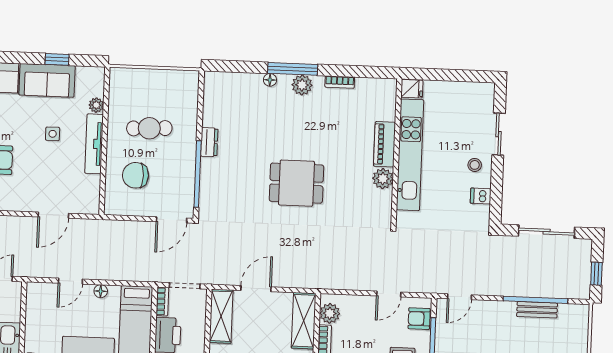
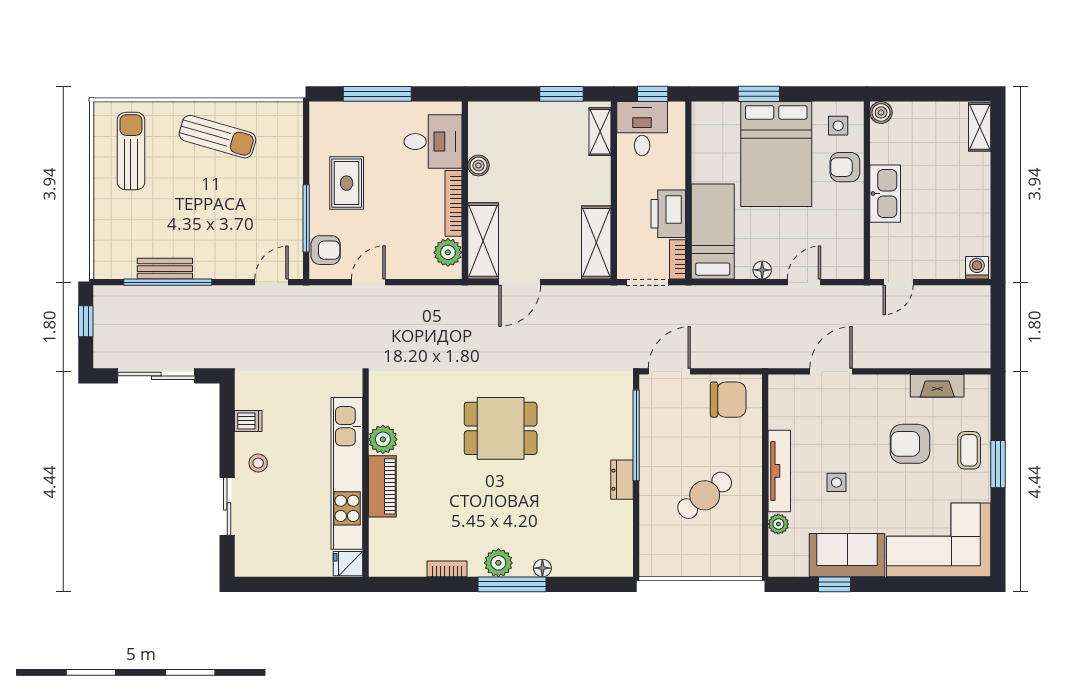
cafe table: (149, 128) -> (705, 495), turned -35
chair: (135, 175) -> (728, 400), moved
door: (256, 289) -> (520, 282), moved

